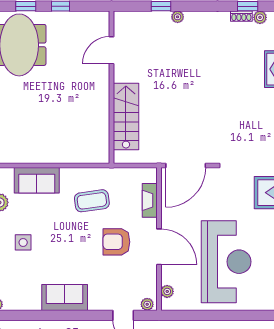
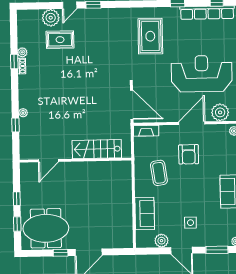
door: (112, 50) -> (48, 161), hinge flipped
fireplace: (150, 200) -> (146, 131), moved
plant: (167, 291) -> (220, 112), width x1.87, depth x1.87

